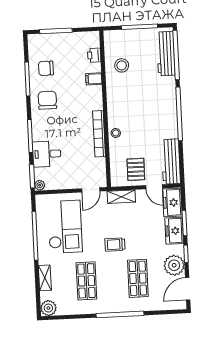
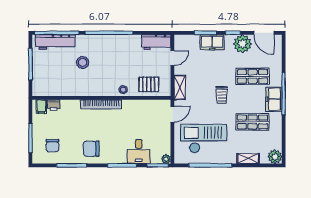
stool: (122, 65) -> (83, 62), moved
chair: (46, 68) -> (52, 146), moved
filing cabinet: (94, 79) -> (41, 107), moved
bookcase: (99, 134) -> (101, 104), moved
workbench: (171, 161) -> (156, 42), width x0.73
pallet: (136, 169) -> (149, 84), moved
door: (91, 190) -> (172, 114), hinge flipped
freezer: (172, 202) -> (274, 99), moved, turned 90

